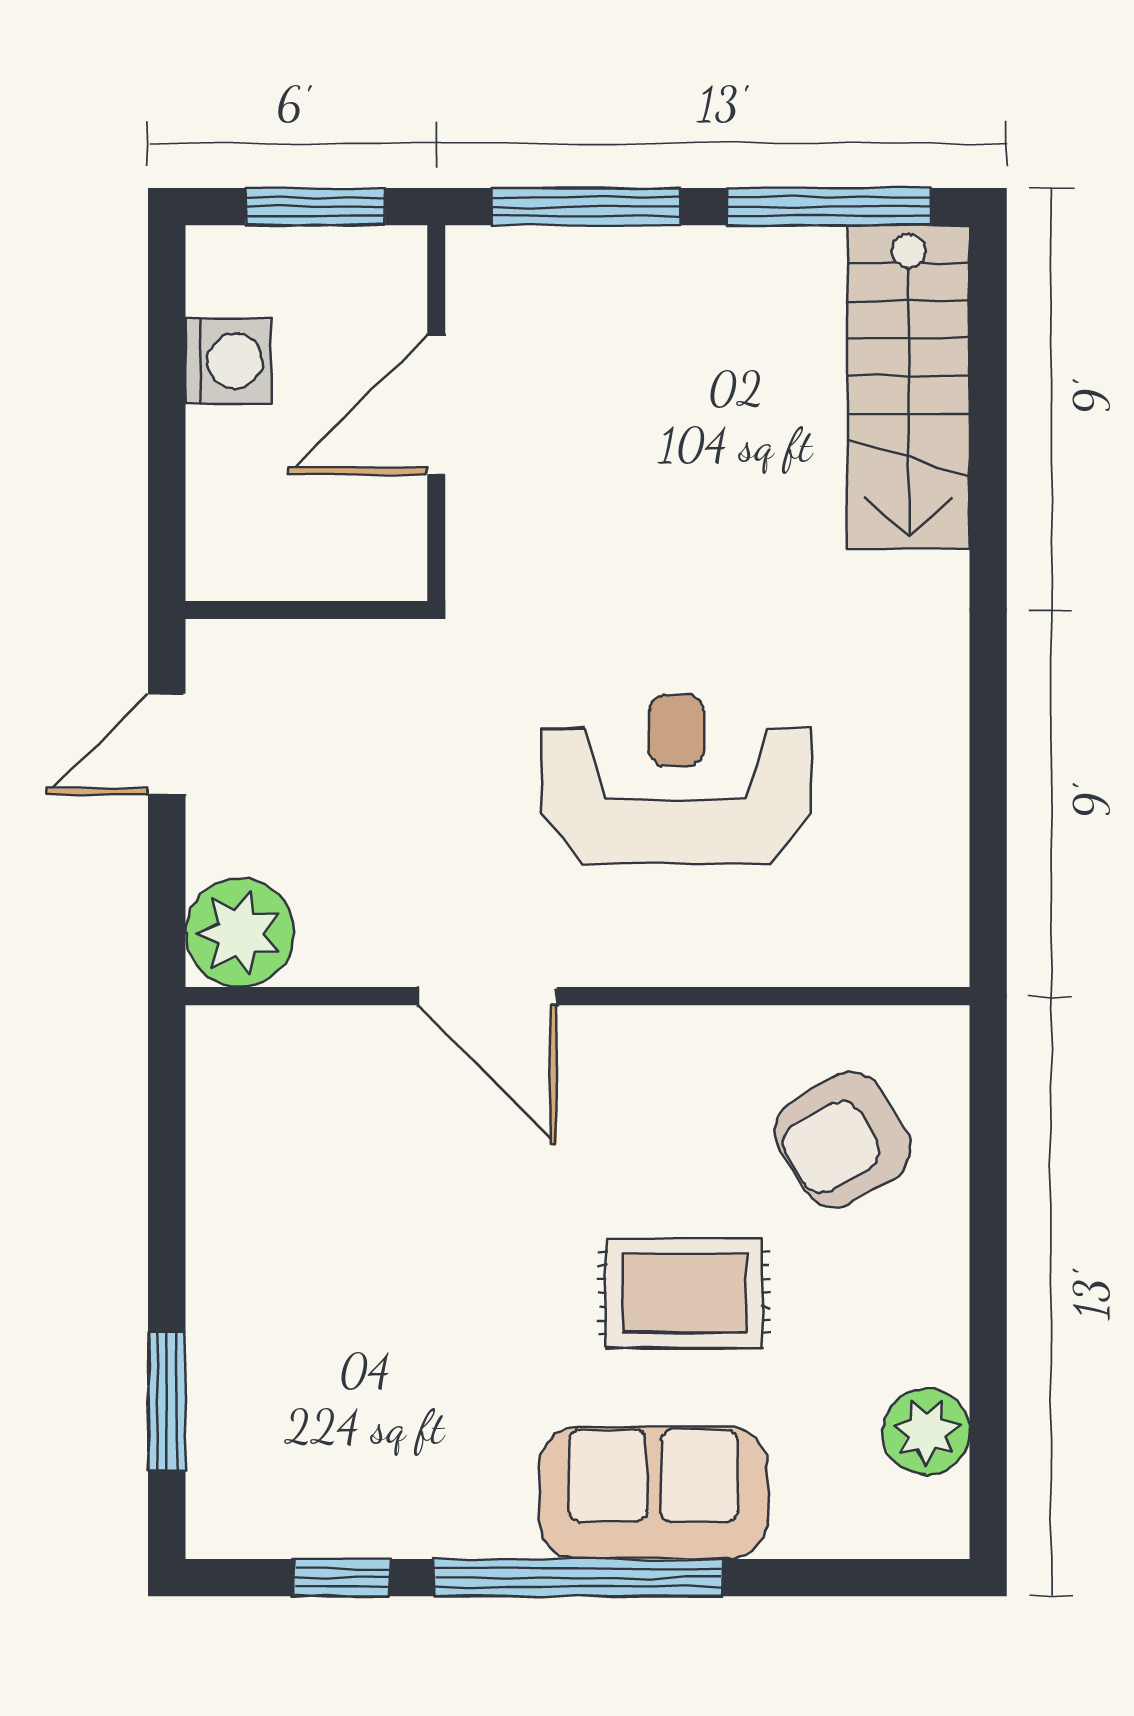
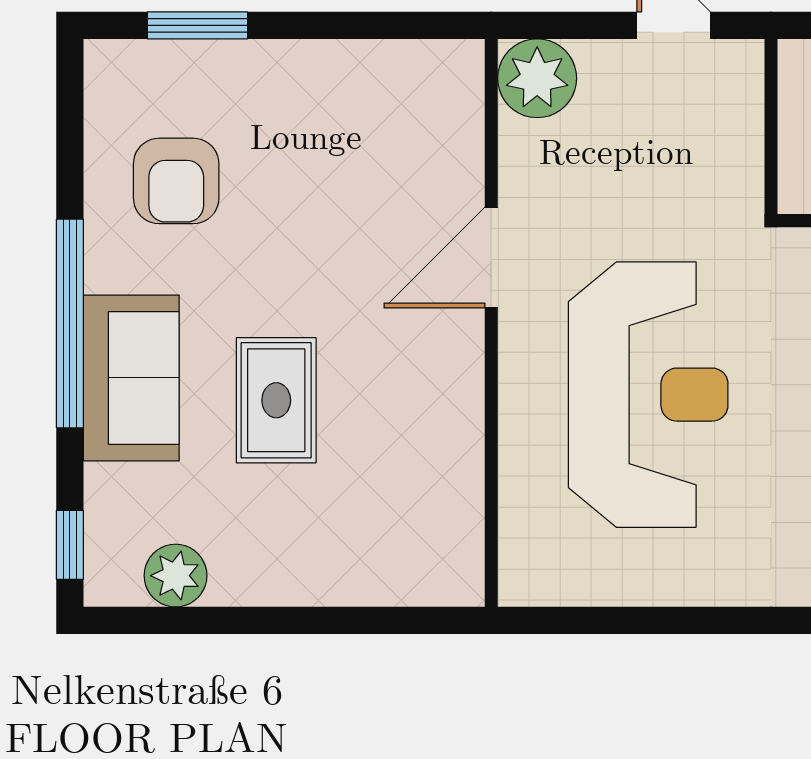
reception desk: (676, 779) -> (648, 395), width x1.36, depth x1.30
armchair: (843, 1140) -> (176, 181), moved, turned -149
window: (342, 1578) -> (70, 545), moved

